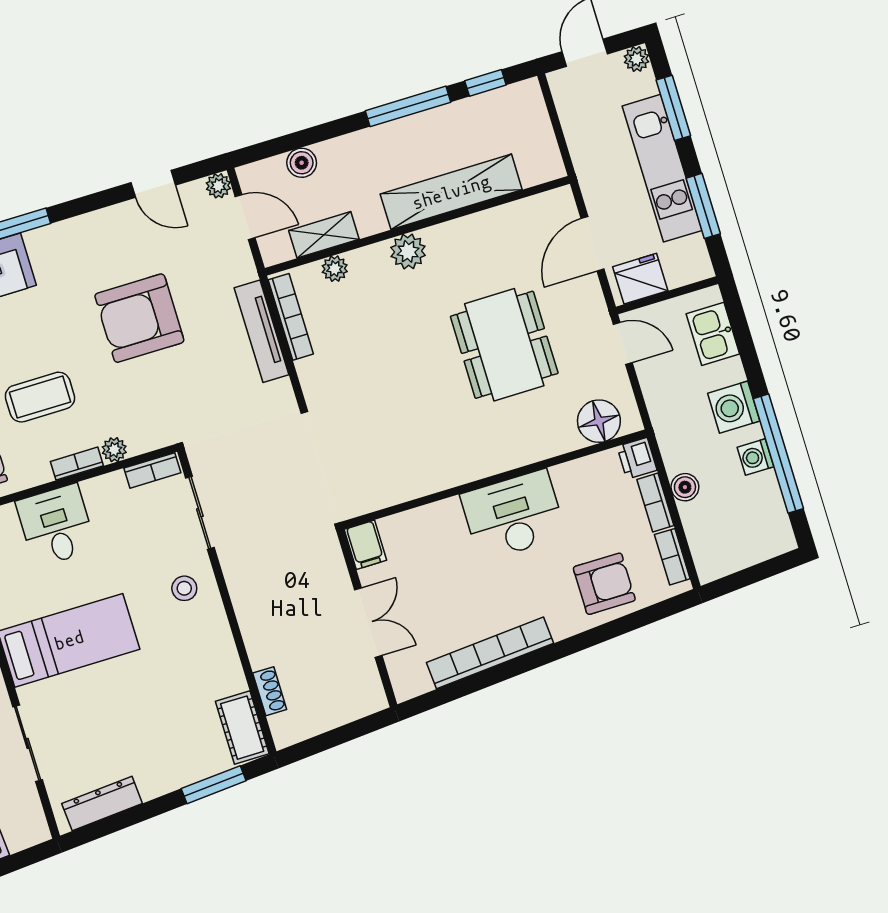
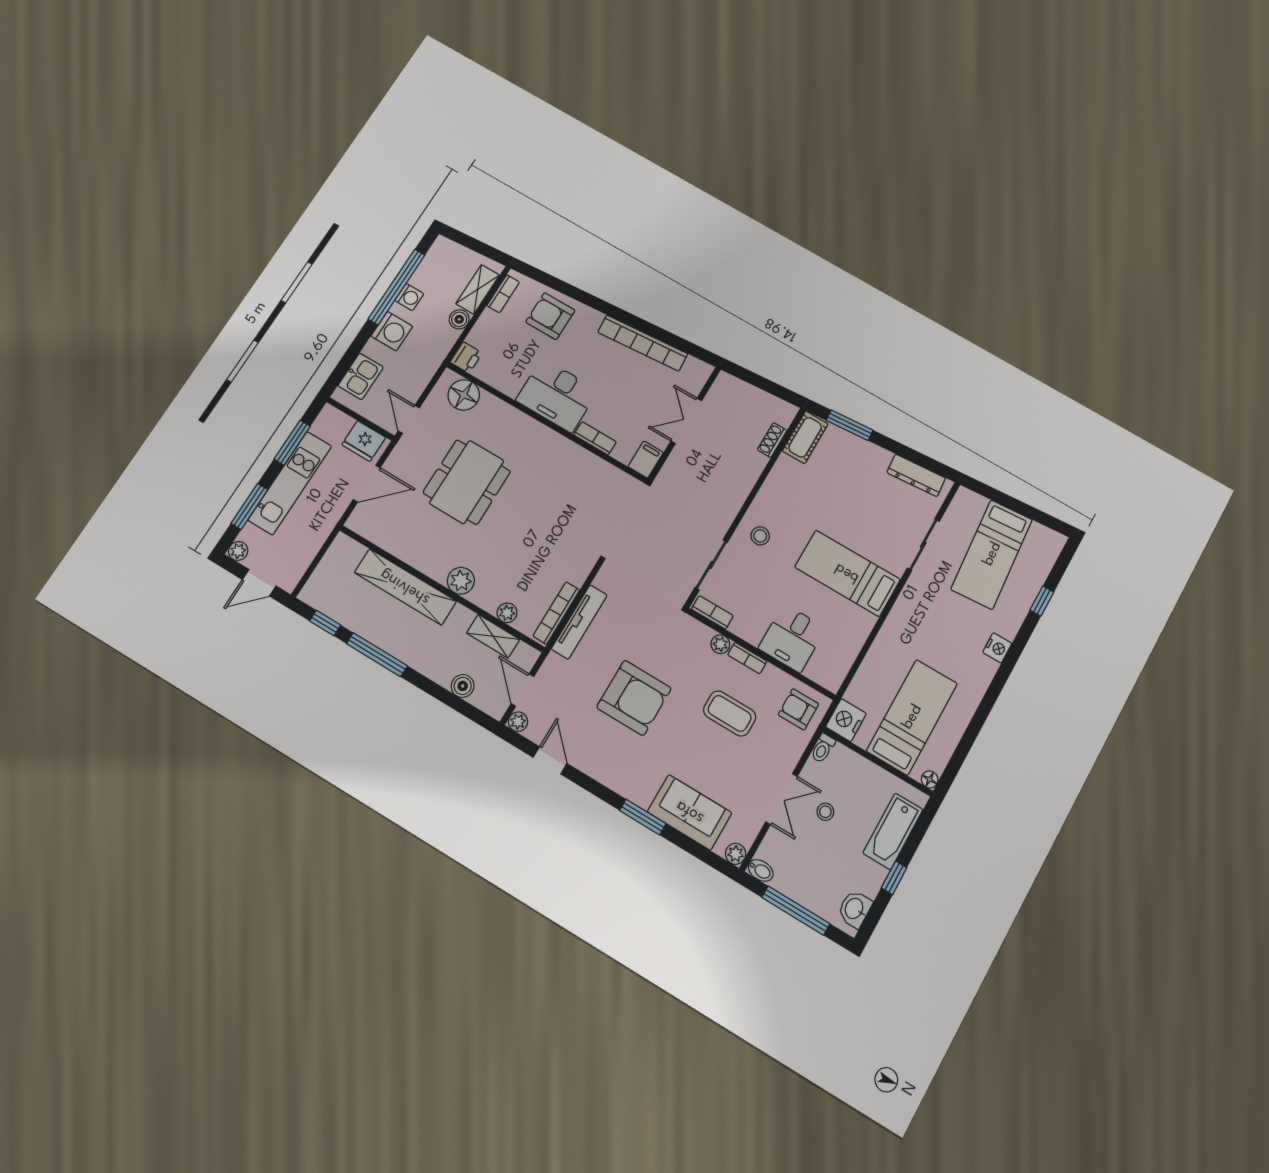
bookcase: (655, 503) -> (595, 438), moved, turned -90
shelving: (701, 535) -> (478, 289), added

